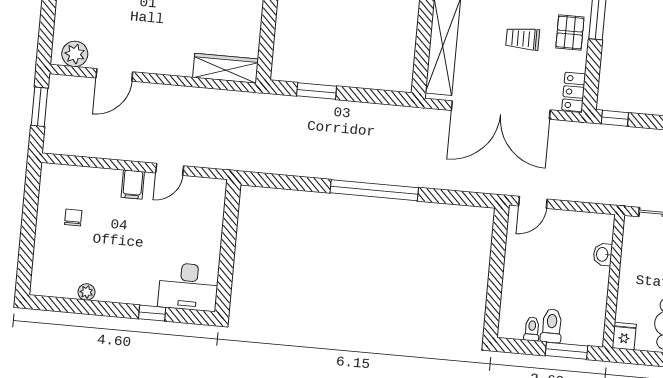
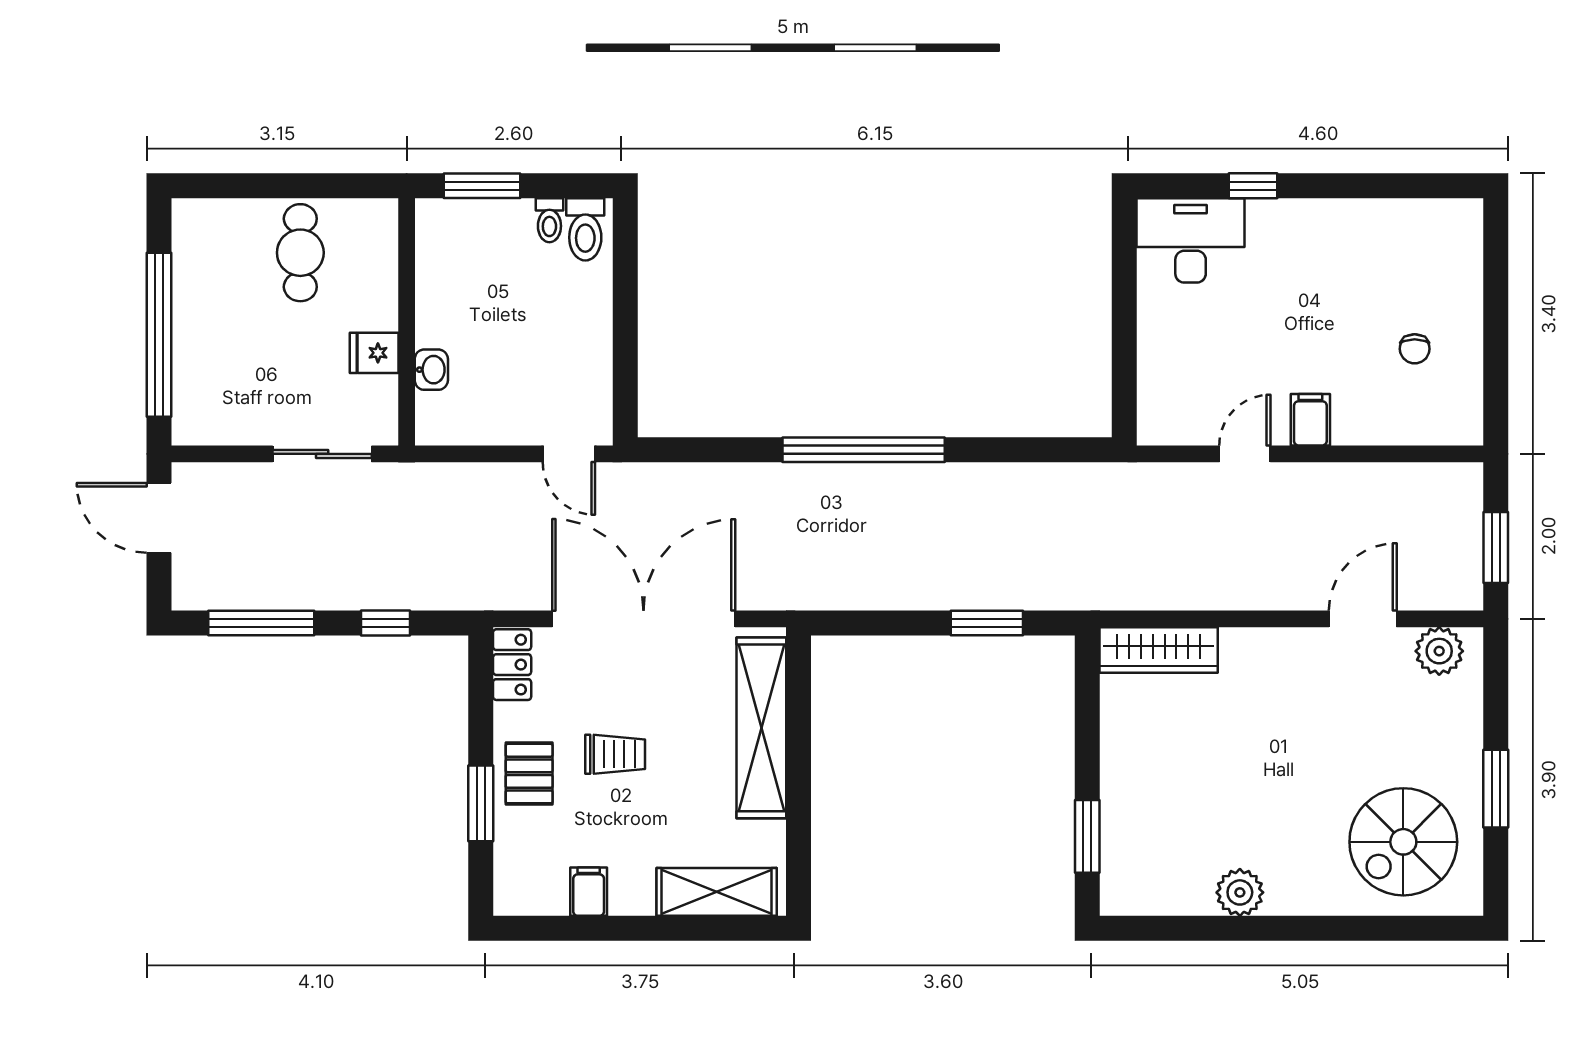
window: (615, 118) -> (385, 623), moved
door: (533, 202) -> (569, 454), swing flipped
plant: (86, 292) -> (1378, 214), removed
toilet: (552, 326) -> (585, 229), moved
fridge: (624, 336) -> (374, 353), moved, turned 90

